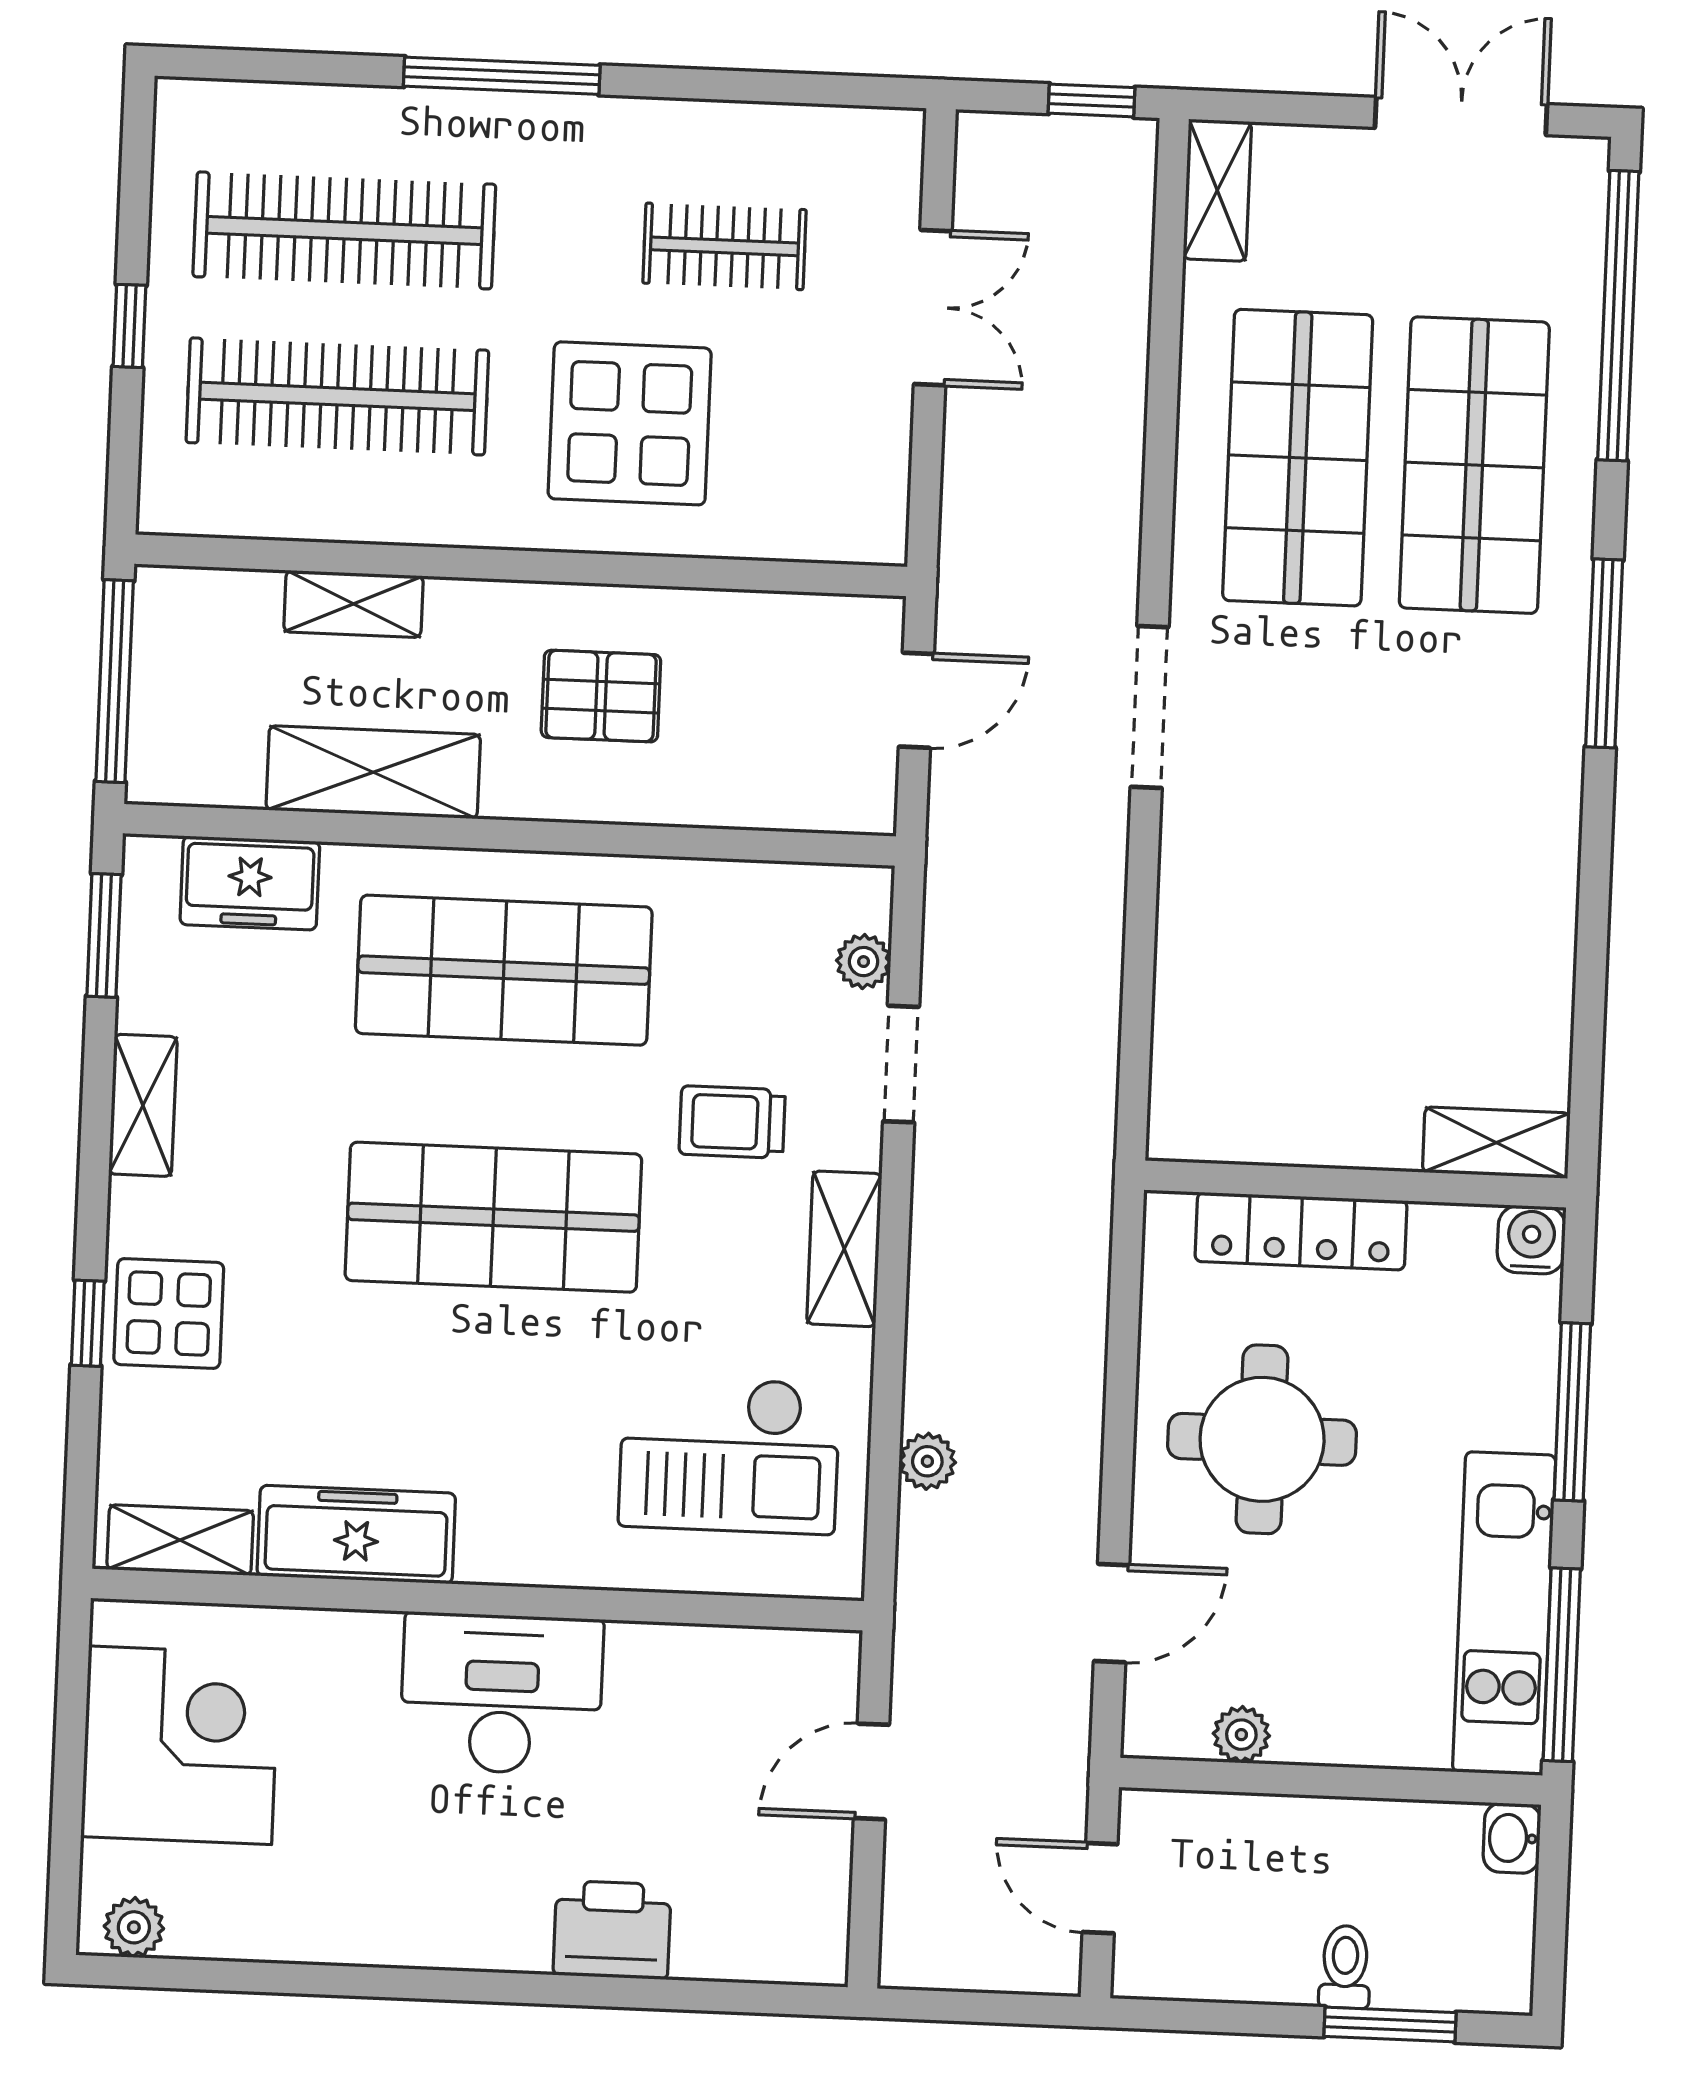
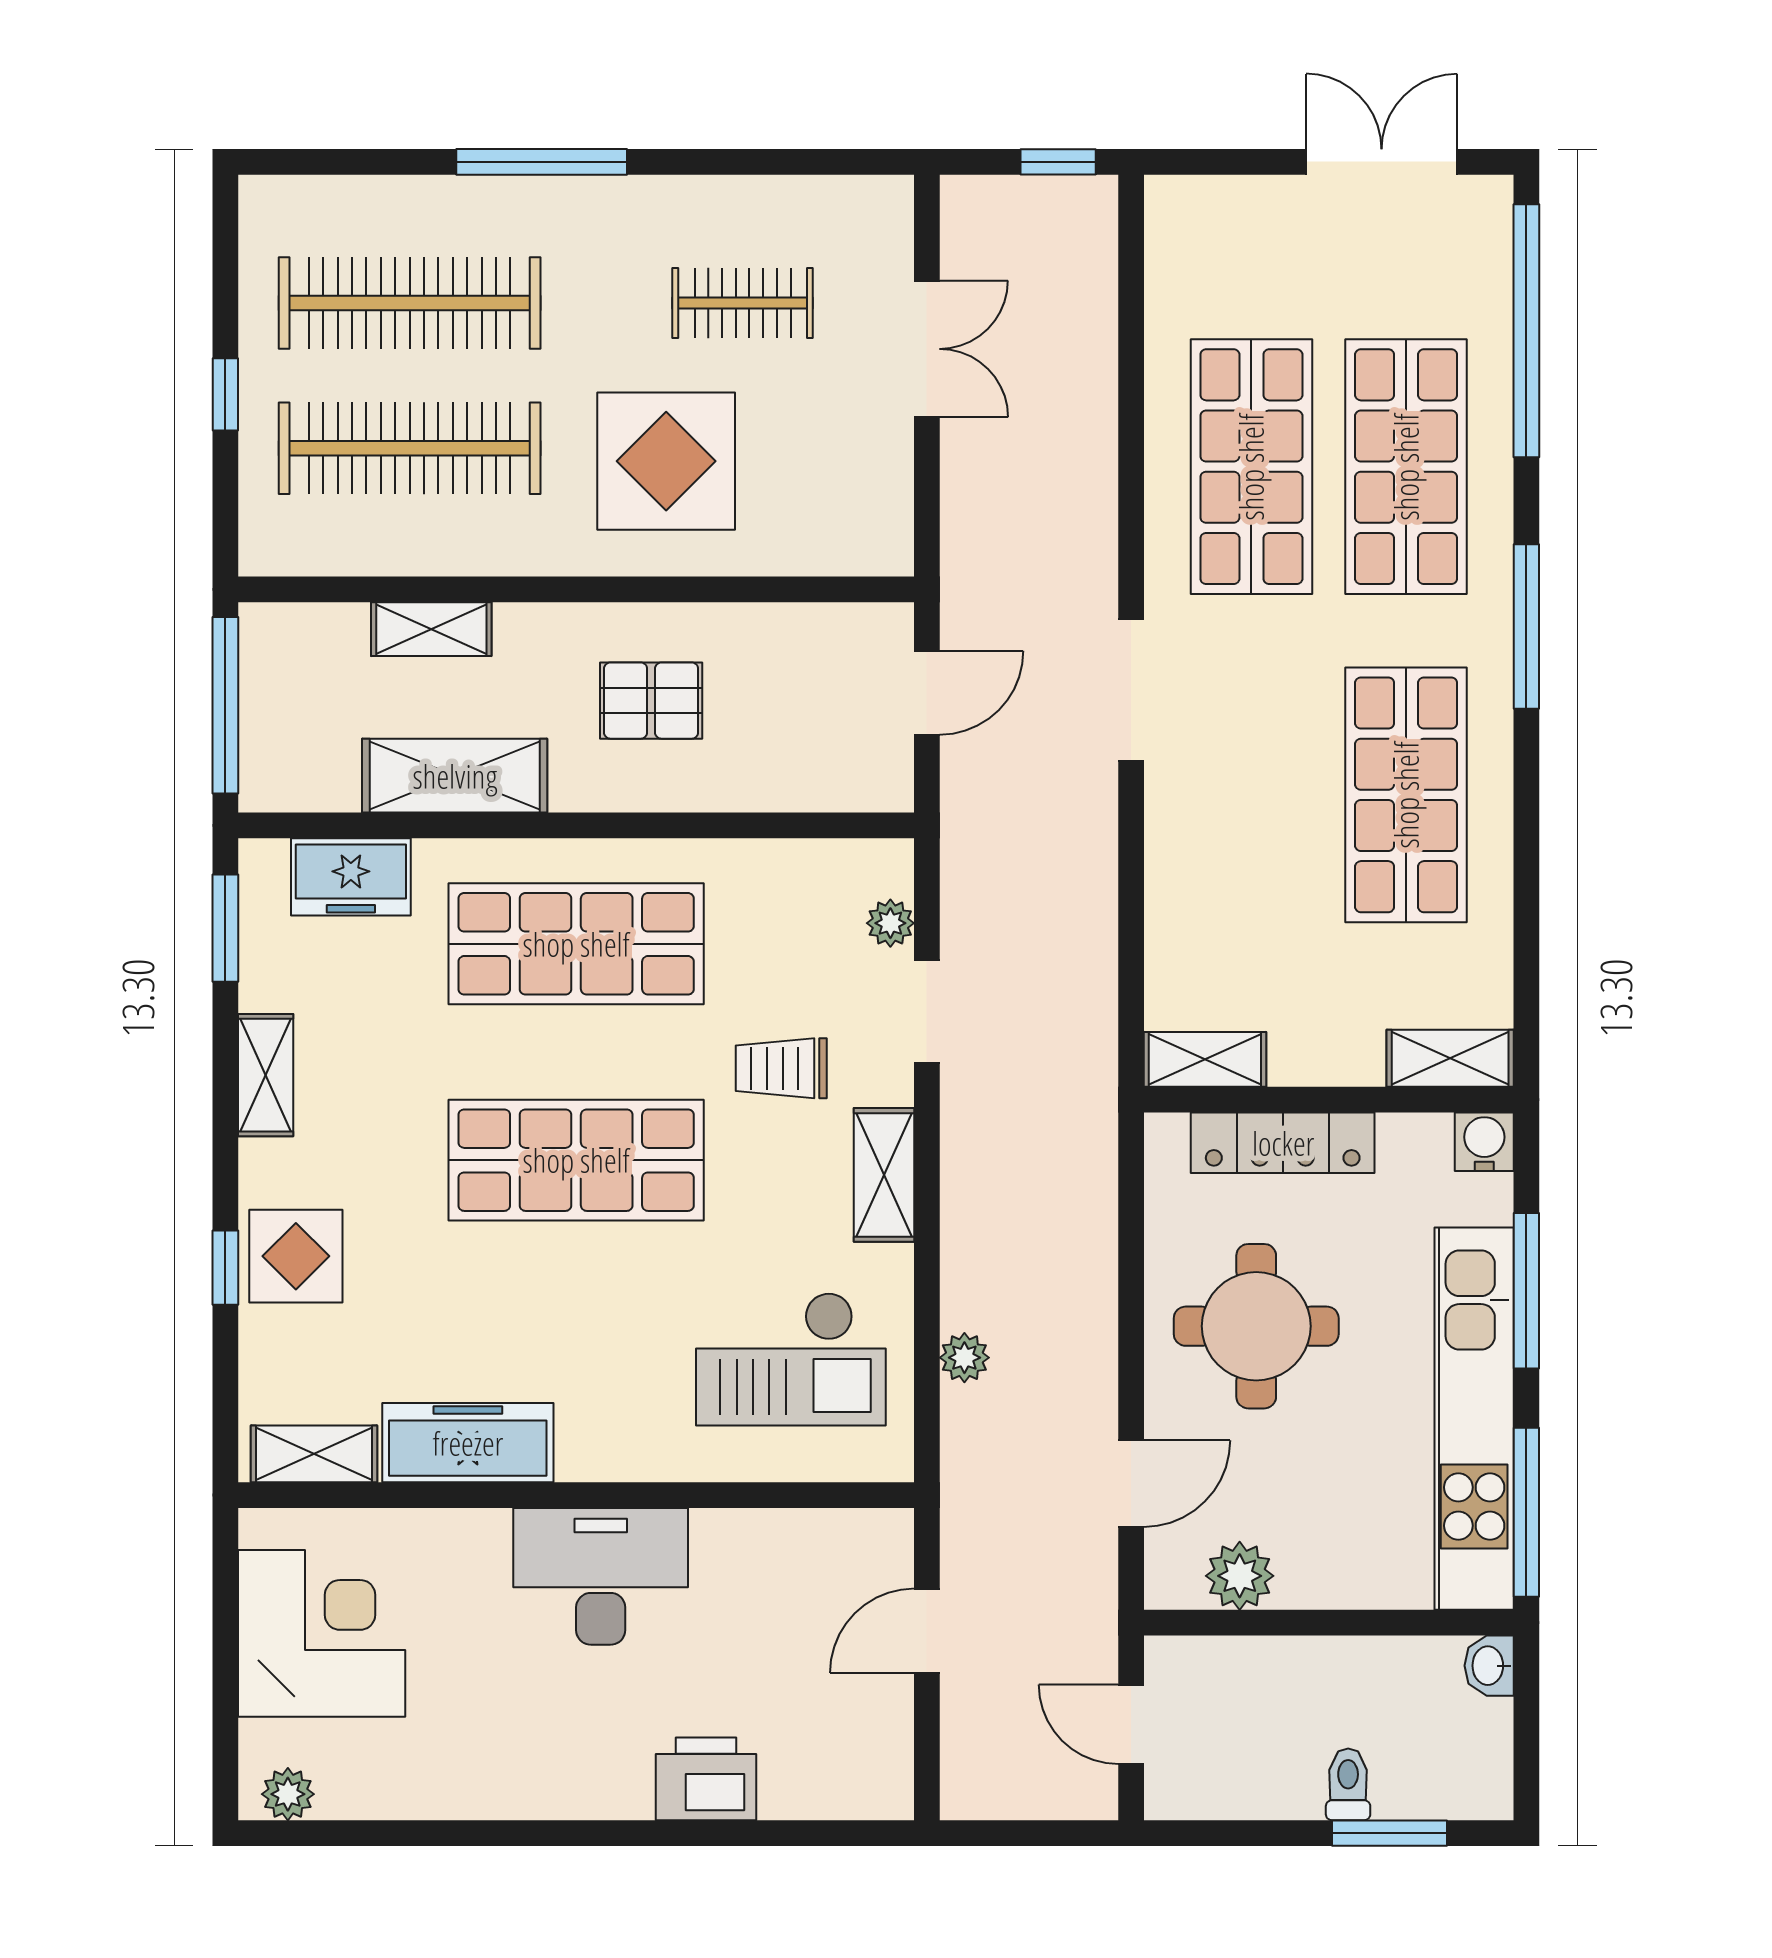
shelving: (1217, 190) -> (1205, 1059), moved, turned 90
shop shelf: (1459, 840) -> (1406, 795), added
kitchen unit: (1504, 1614) -> (1474, 1419), width x1.36
plant: (1241, 1735) -> (1240, 1576), width x1.38, depth x1.38

